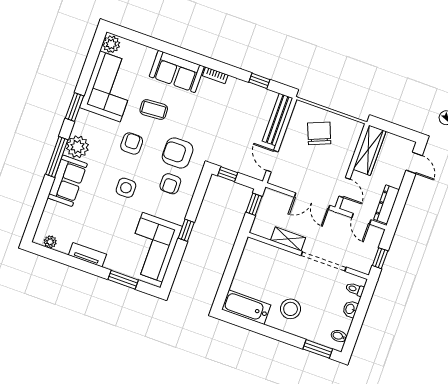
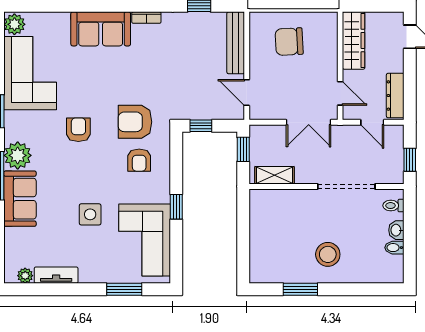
coffee table: (154, 110) -> (90, 82), removed
chair: (319, 133) -> (289, 42), turned -71
side table: (126, 188) -> (90, 214), moved
shelving: (288, 239) -> (274, 175), moved
tv unit: (87, 255) -> (56, 275), moved
bathtub: (246, 307) -> (276, 271), removed
bidet: (339, 336) -> (394, 248), moved
window: (318, 349) -> (300, 289), moved

